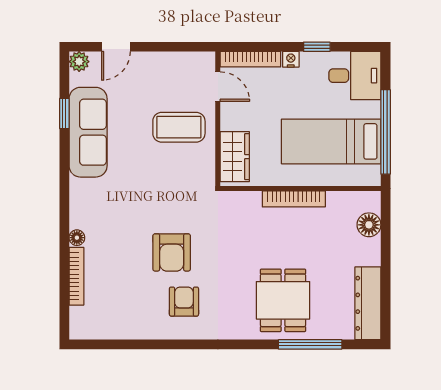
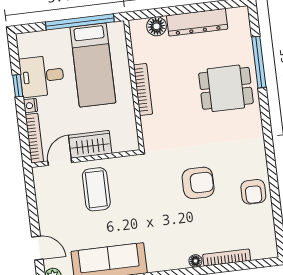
desk: (355, 76) -> (42, 76), moved, turned -90
wardrobe: (235, 157) -> (90, 144), moved
armchair: (184, 302) -> (253, 192), moved, turned -90
dresser: (368, 303) -> (197, 22), moved

